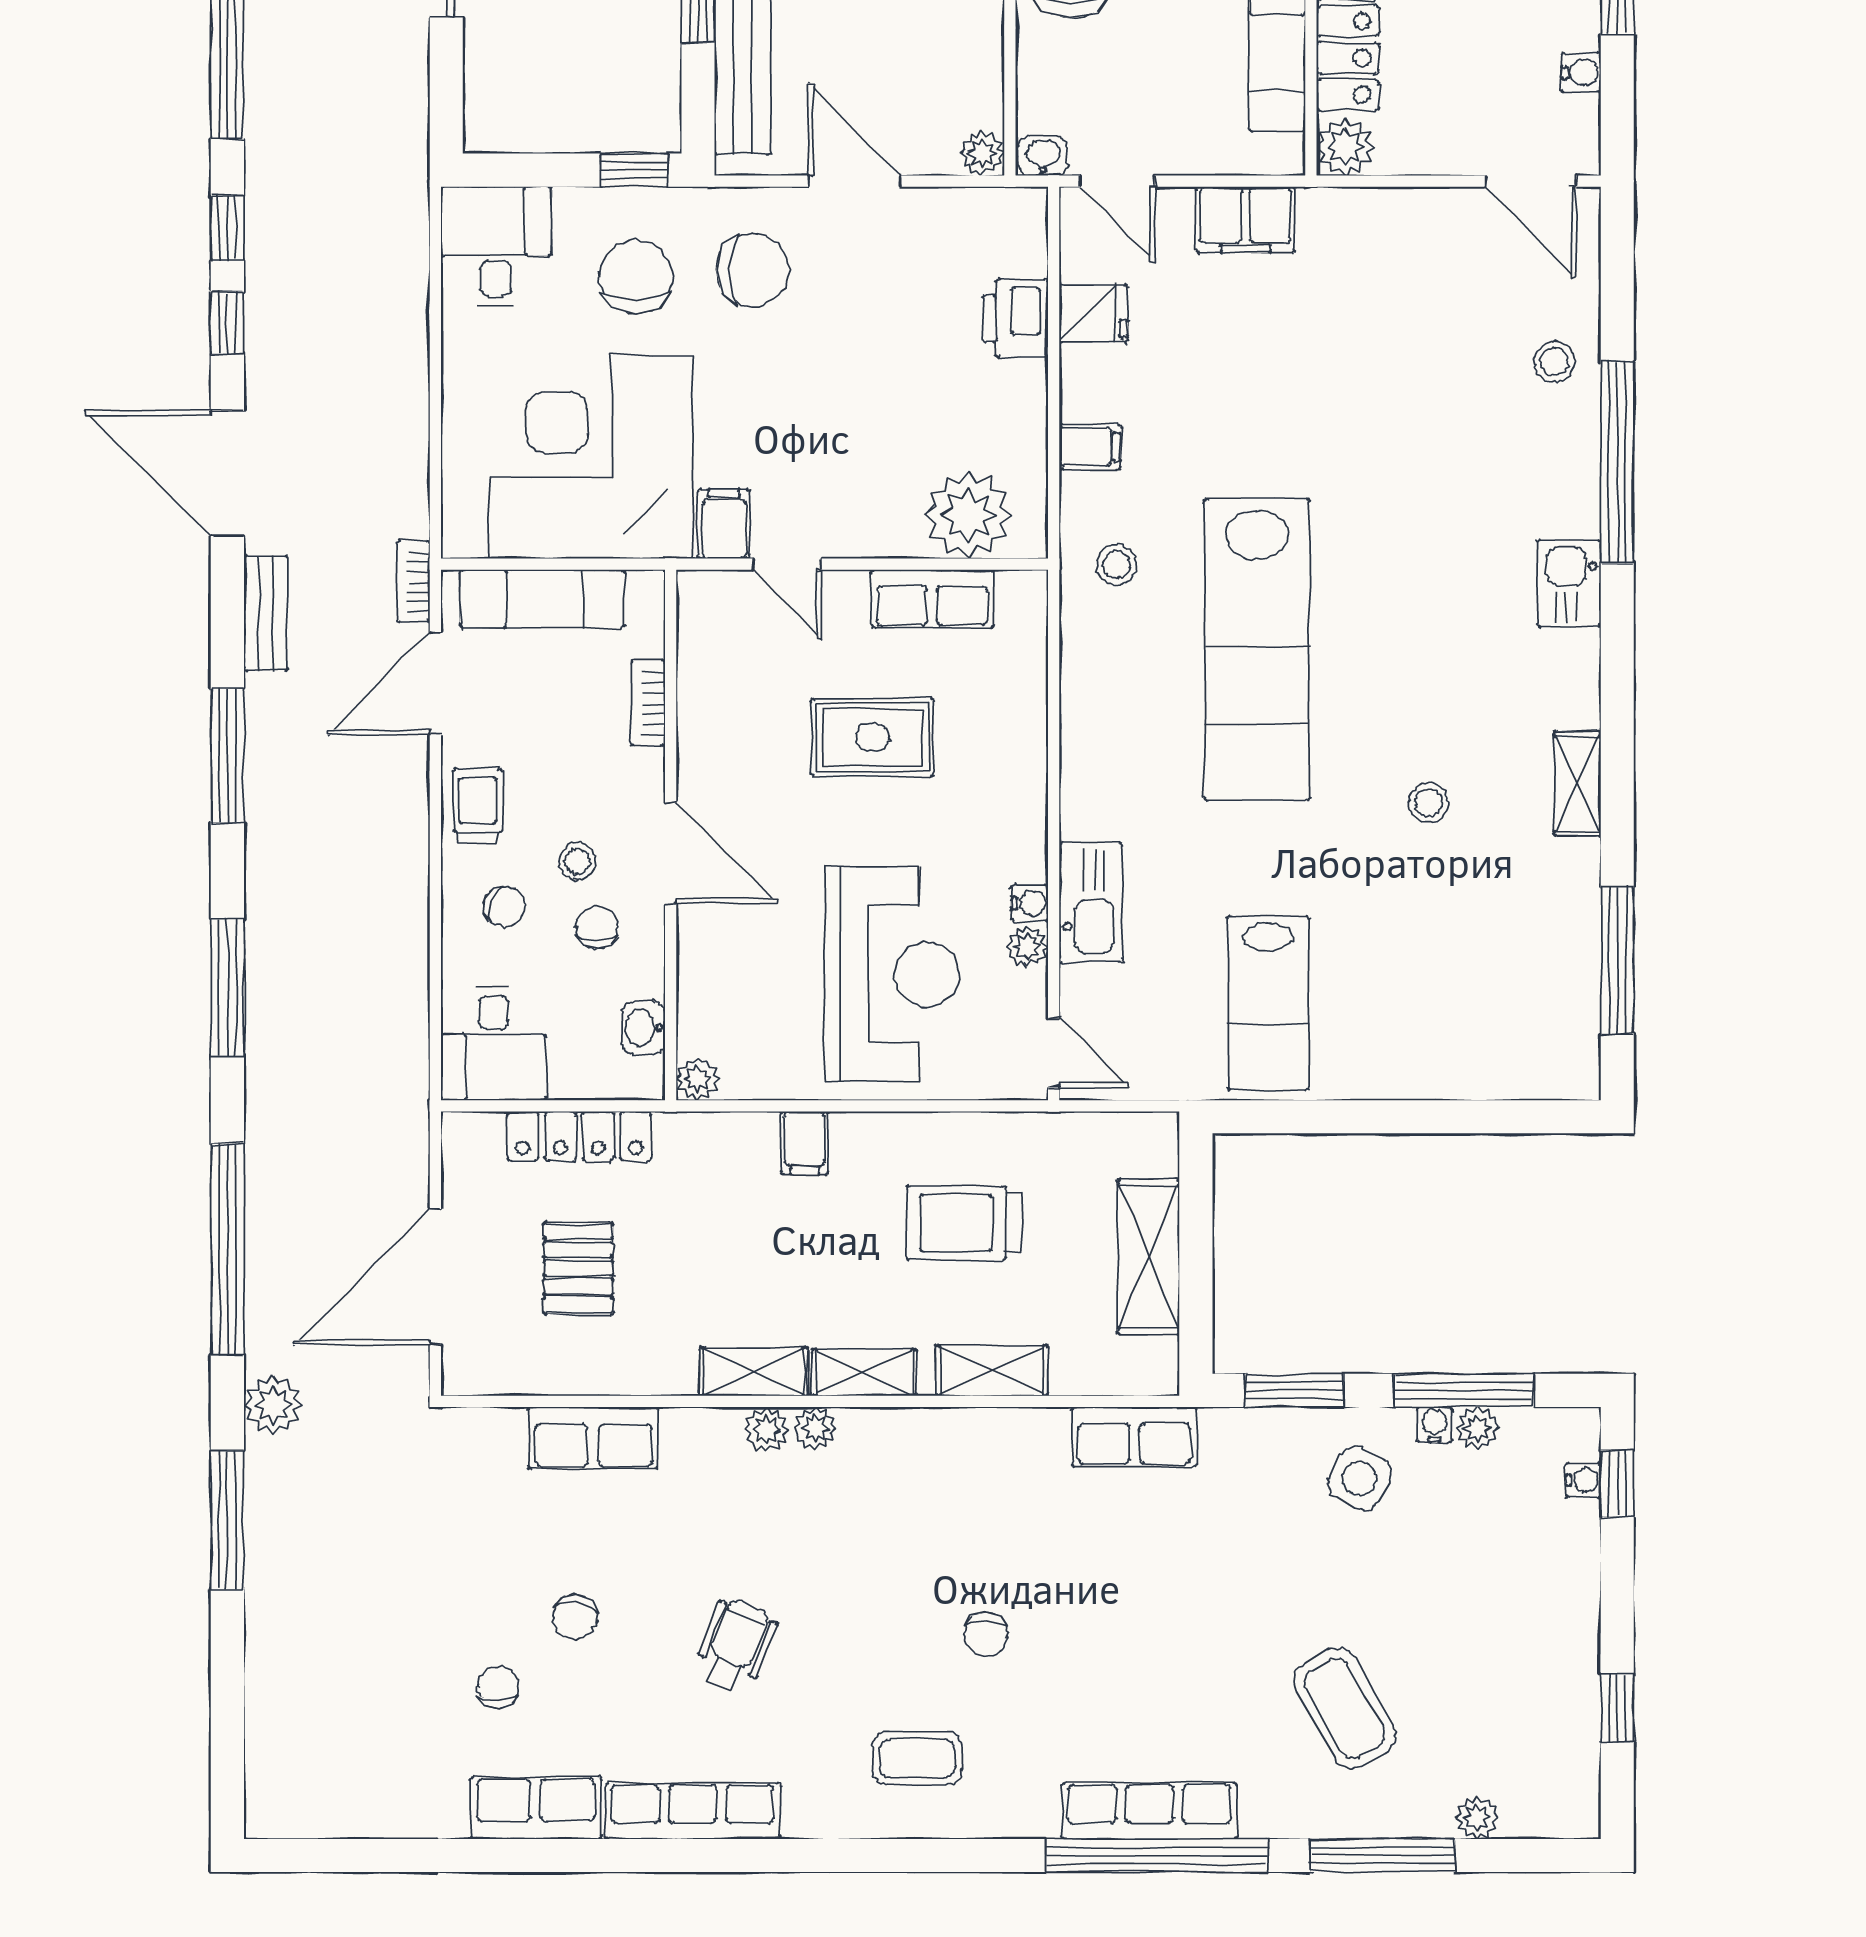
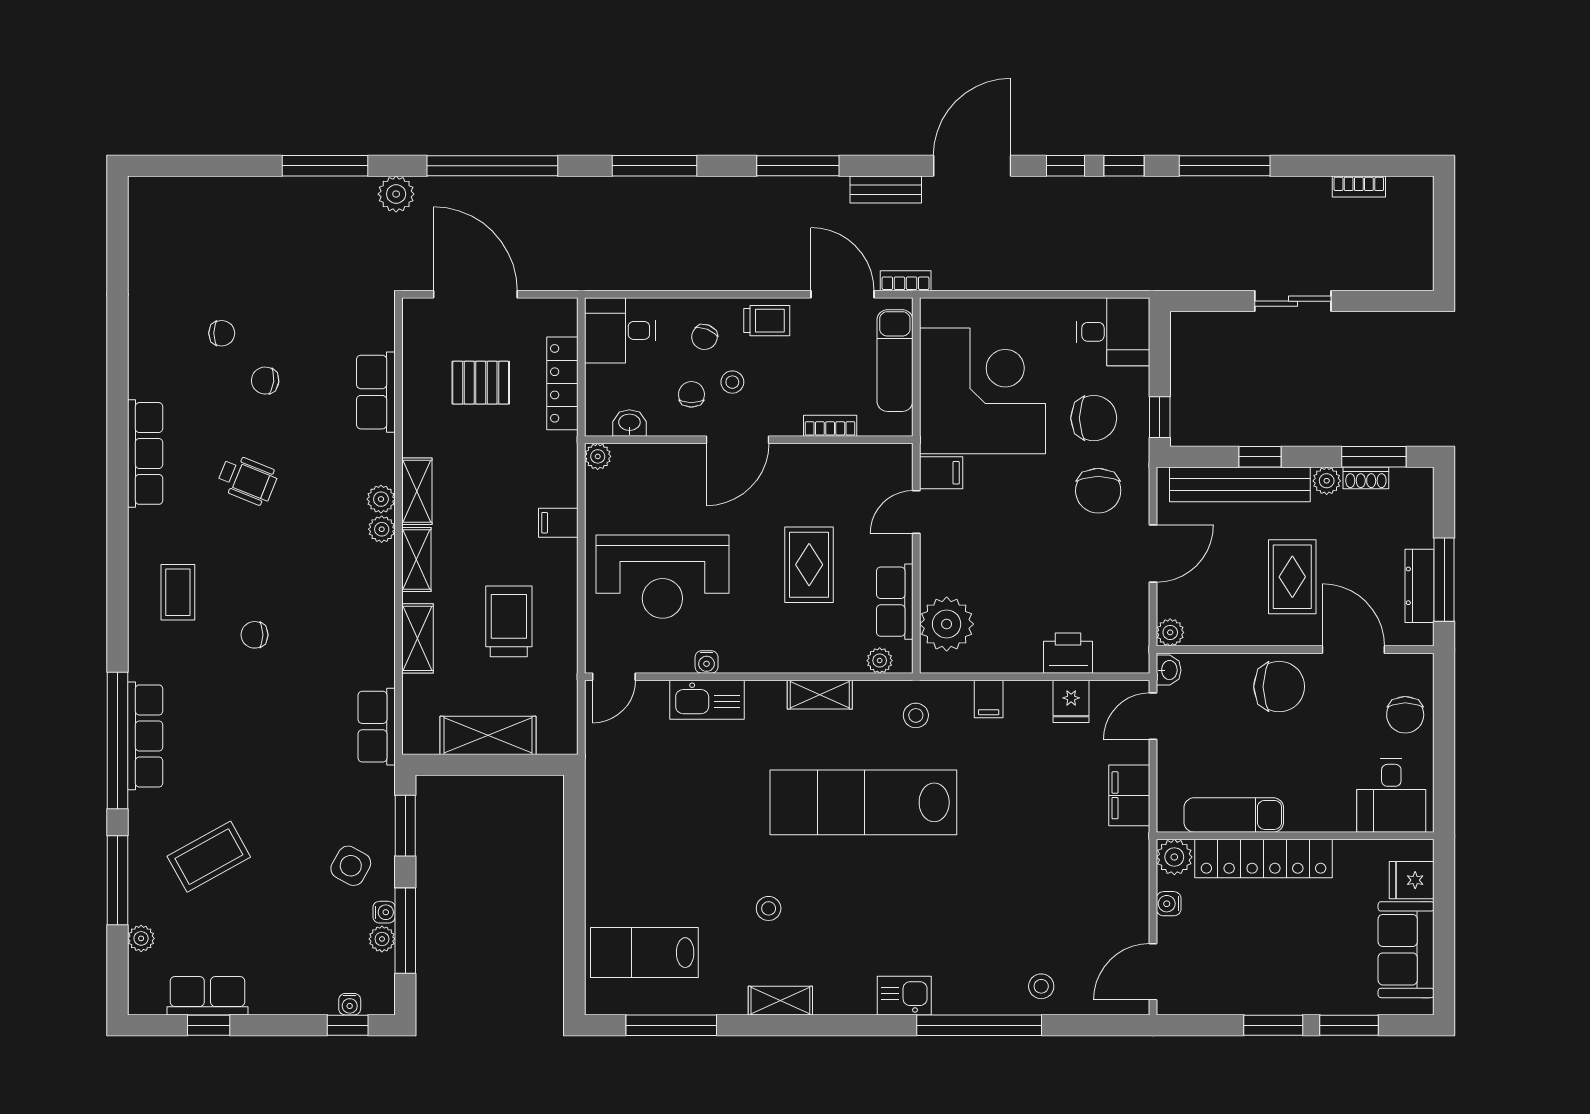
water cooler: (1581, 72) -> (1169, 904), moved, turned 90
shelving: (1083, 720) -> (820, 695), added
chair: (597, 927) -> (691, 394), turned -90
plant: (1027, 947) -> (880, 661), moved
lab bench: (1268, 1003) -> (644, 953), moved
row of seats: (536, 1808) -> (207, 996), moved, turned -90

